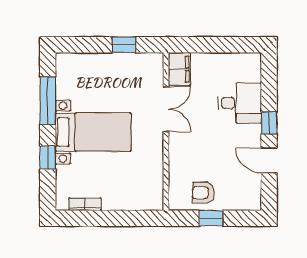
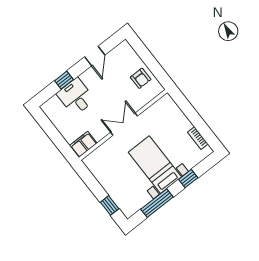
window: (124, 45) -> (110, 205), moved
double door: (166, 109) -> (124, 124), moved
window: (269, 123) -> (64, 80), moved
window: (211, 218) -> (151, 63), removed

